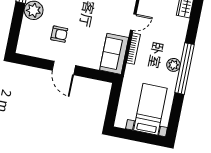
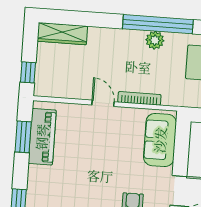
sofa: (114, 54) -> (160, 140), moved, turned 90

